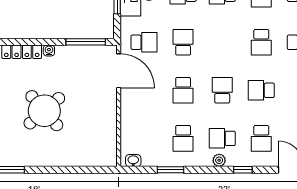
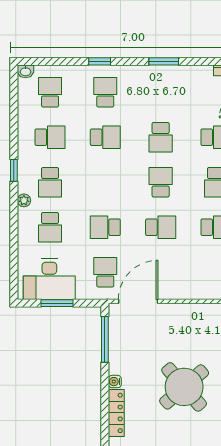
school desk: (222, 90) -> (161, 182), turned 90

